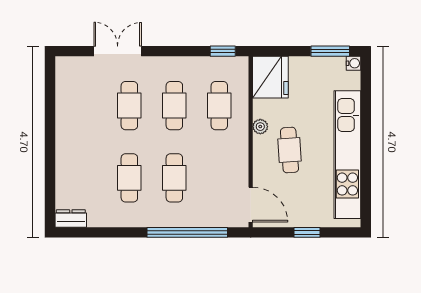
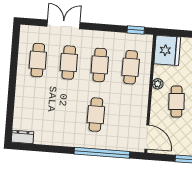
cafe table: (129, 178) -> (38, 60), moved

